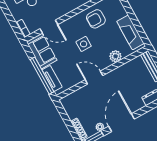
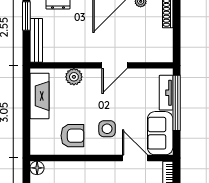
side table: (84, 44) -> (107, 129), moved
door: (94, 78) -> (115, 65), hinge flipped

